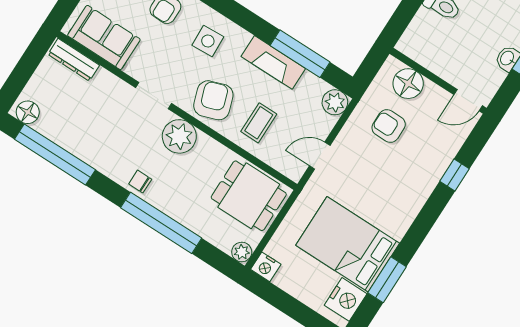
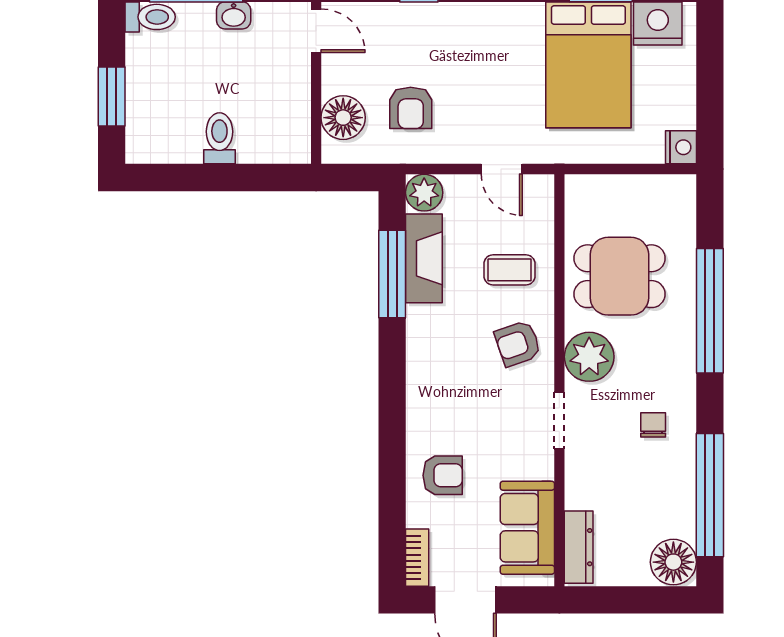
side table: (208, 41) -> (449, 397), removed
fireplace: (273, 62) -> (424, 258), moved
armchair: (213, 100) -> (518, 343), width x0.72, depth x0.72
floor lamp: (28, 112) -> (673, 562), width x1.38, depth x1.38
chair: (140, 182) -> (653, 425), moved, turned 180
dining table: (249, 196) -> (619, 276), moved, turned 90
plant: (242, 252) -> (682, 189), removed

